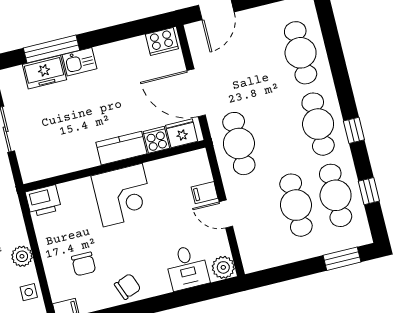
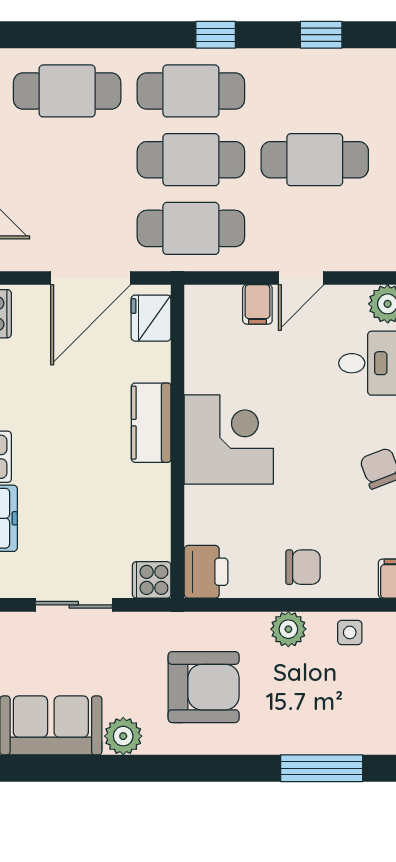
cooker: (156, 140) -> (152, 580), moved
cafe table: (336, 195) -> (191, 160), moved
chair: (84, 264) -> (303, 567), moved

